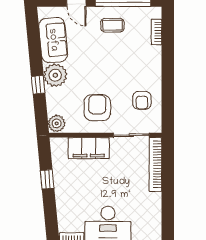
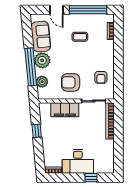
coffee table: (112, 25) -> (80, 37), moved
window: (38, 85) -> (31, 67), width x3.17
armchair: (97, 108) -> (71, 82), turned -90
plant: (57, 123) -> (42, 82), moved

